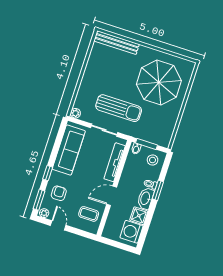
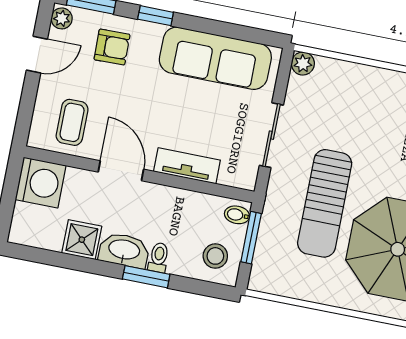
sun lounger: (119, 108) -> (325, 203), moved
tv unit: (115, 162) -> (187, 166), width x0.71
washing machine: (132, 232) -> (41, 183), moved, turned 90

